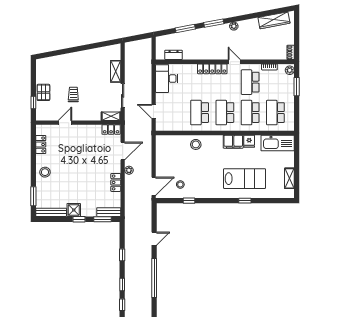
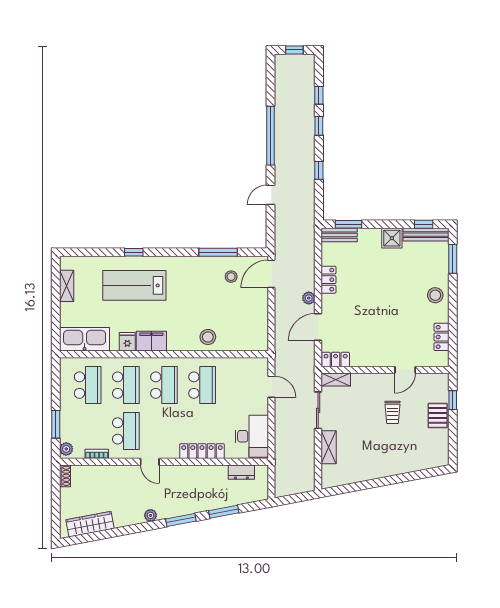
locker: (212, 69) -> (202, 451), moved
window: (189, 201) -> (218, 252), width x2.17
window: (79, 219) -> (424, 224), moved

